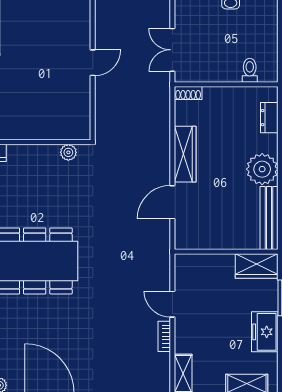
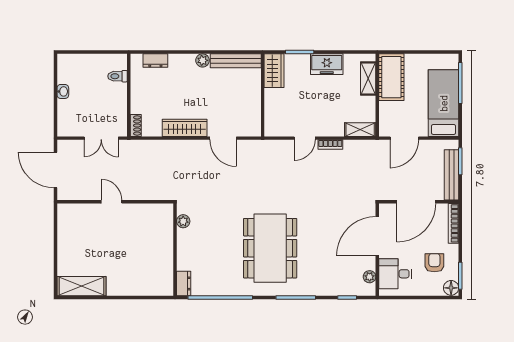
plant: (262, 169) -> (203, 60), width x0.53, depth x0.53

